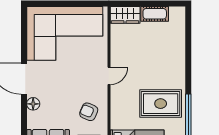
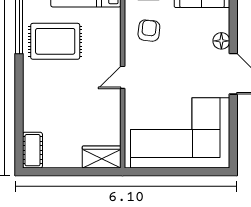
cot: (155, 14) -> (33, 150), moved, turned 90
armchair: (89, 112) -> (149, 31), turned -107

